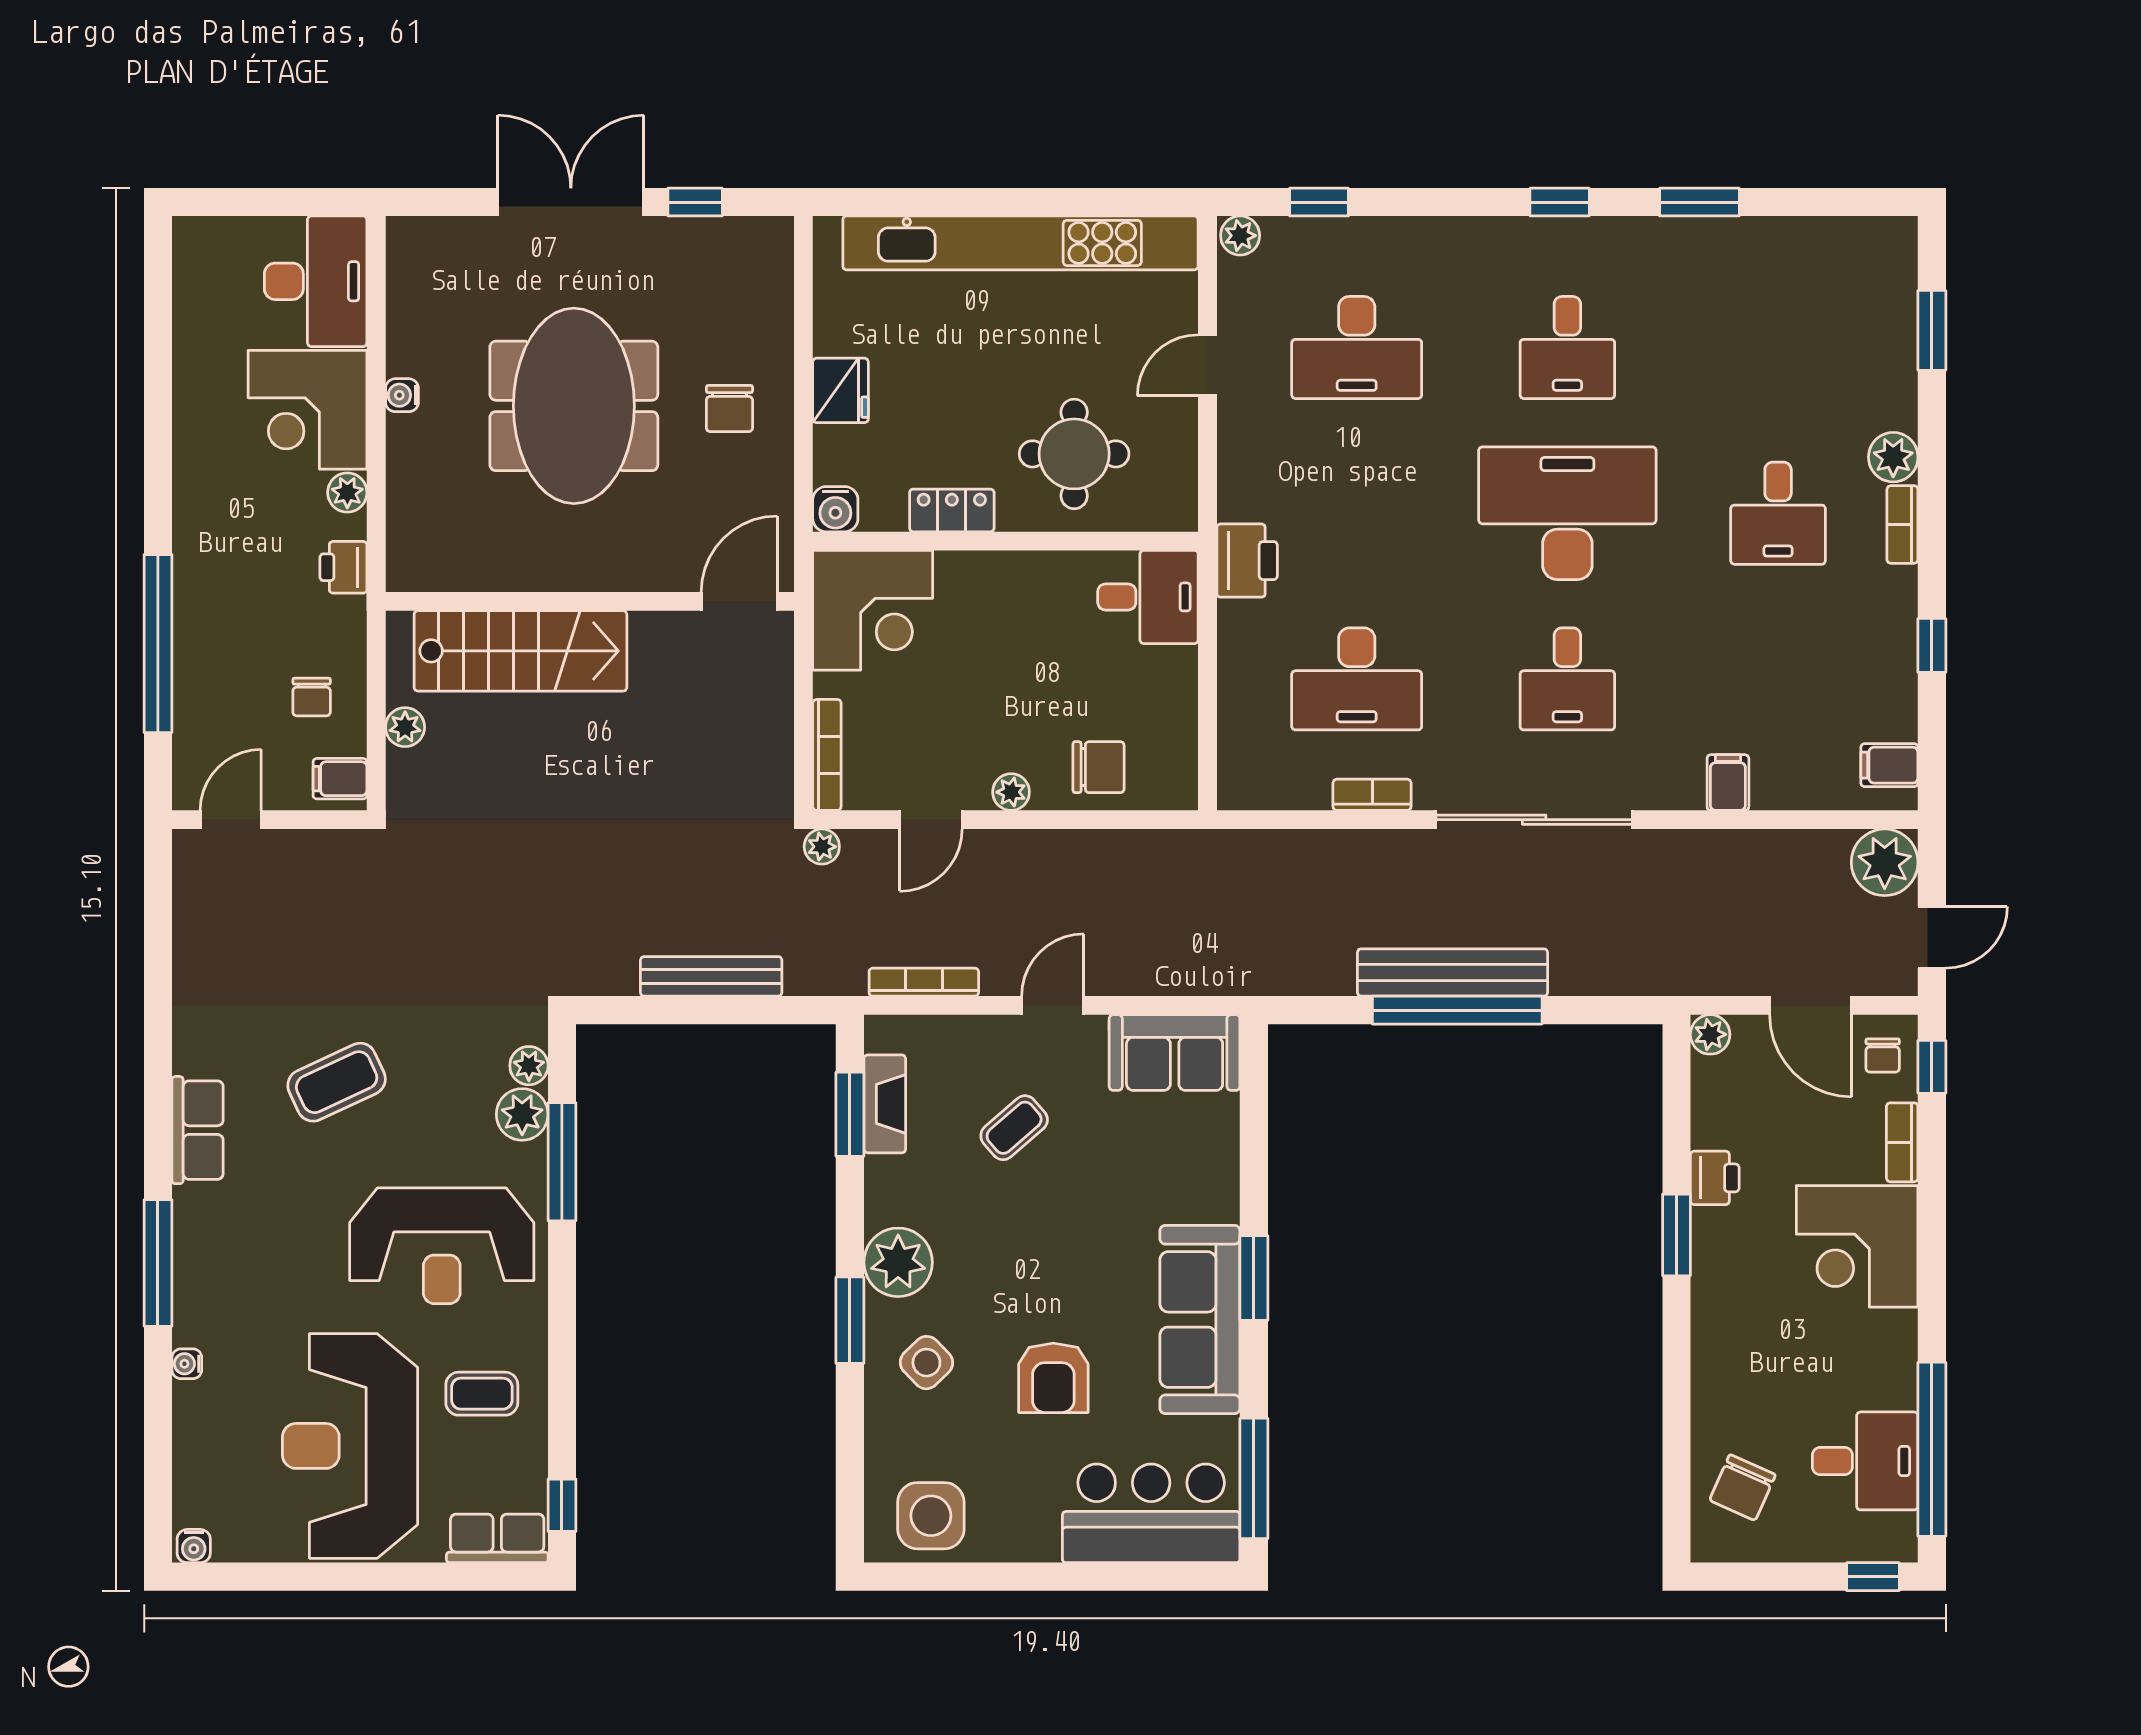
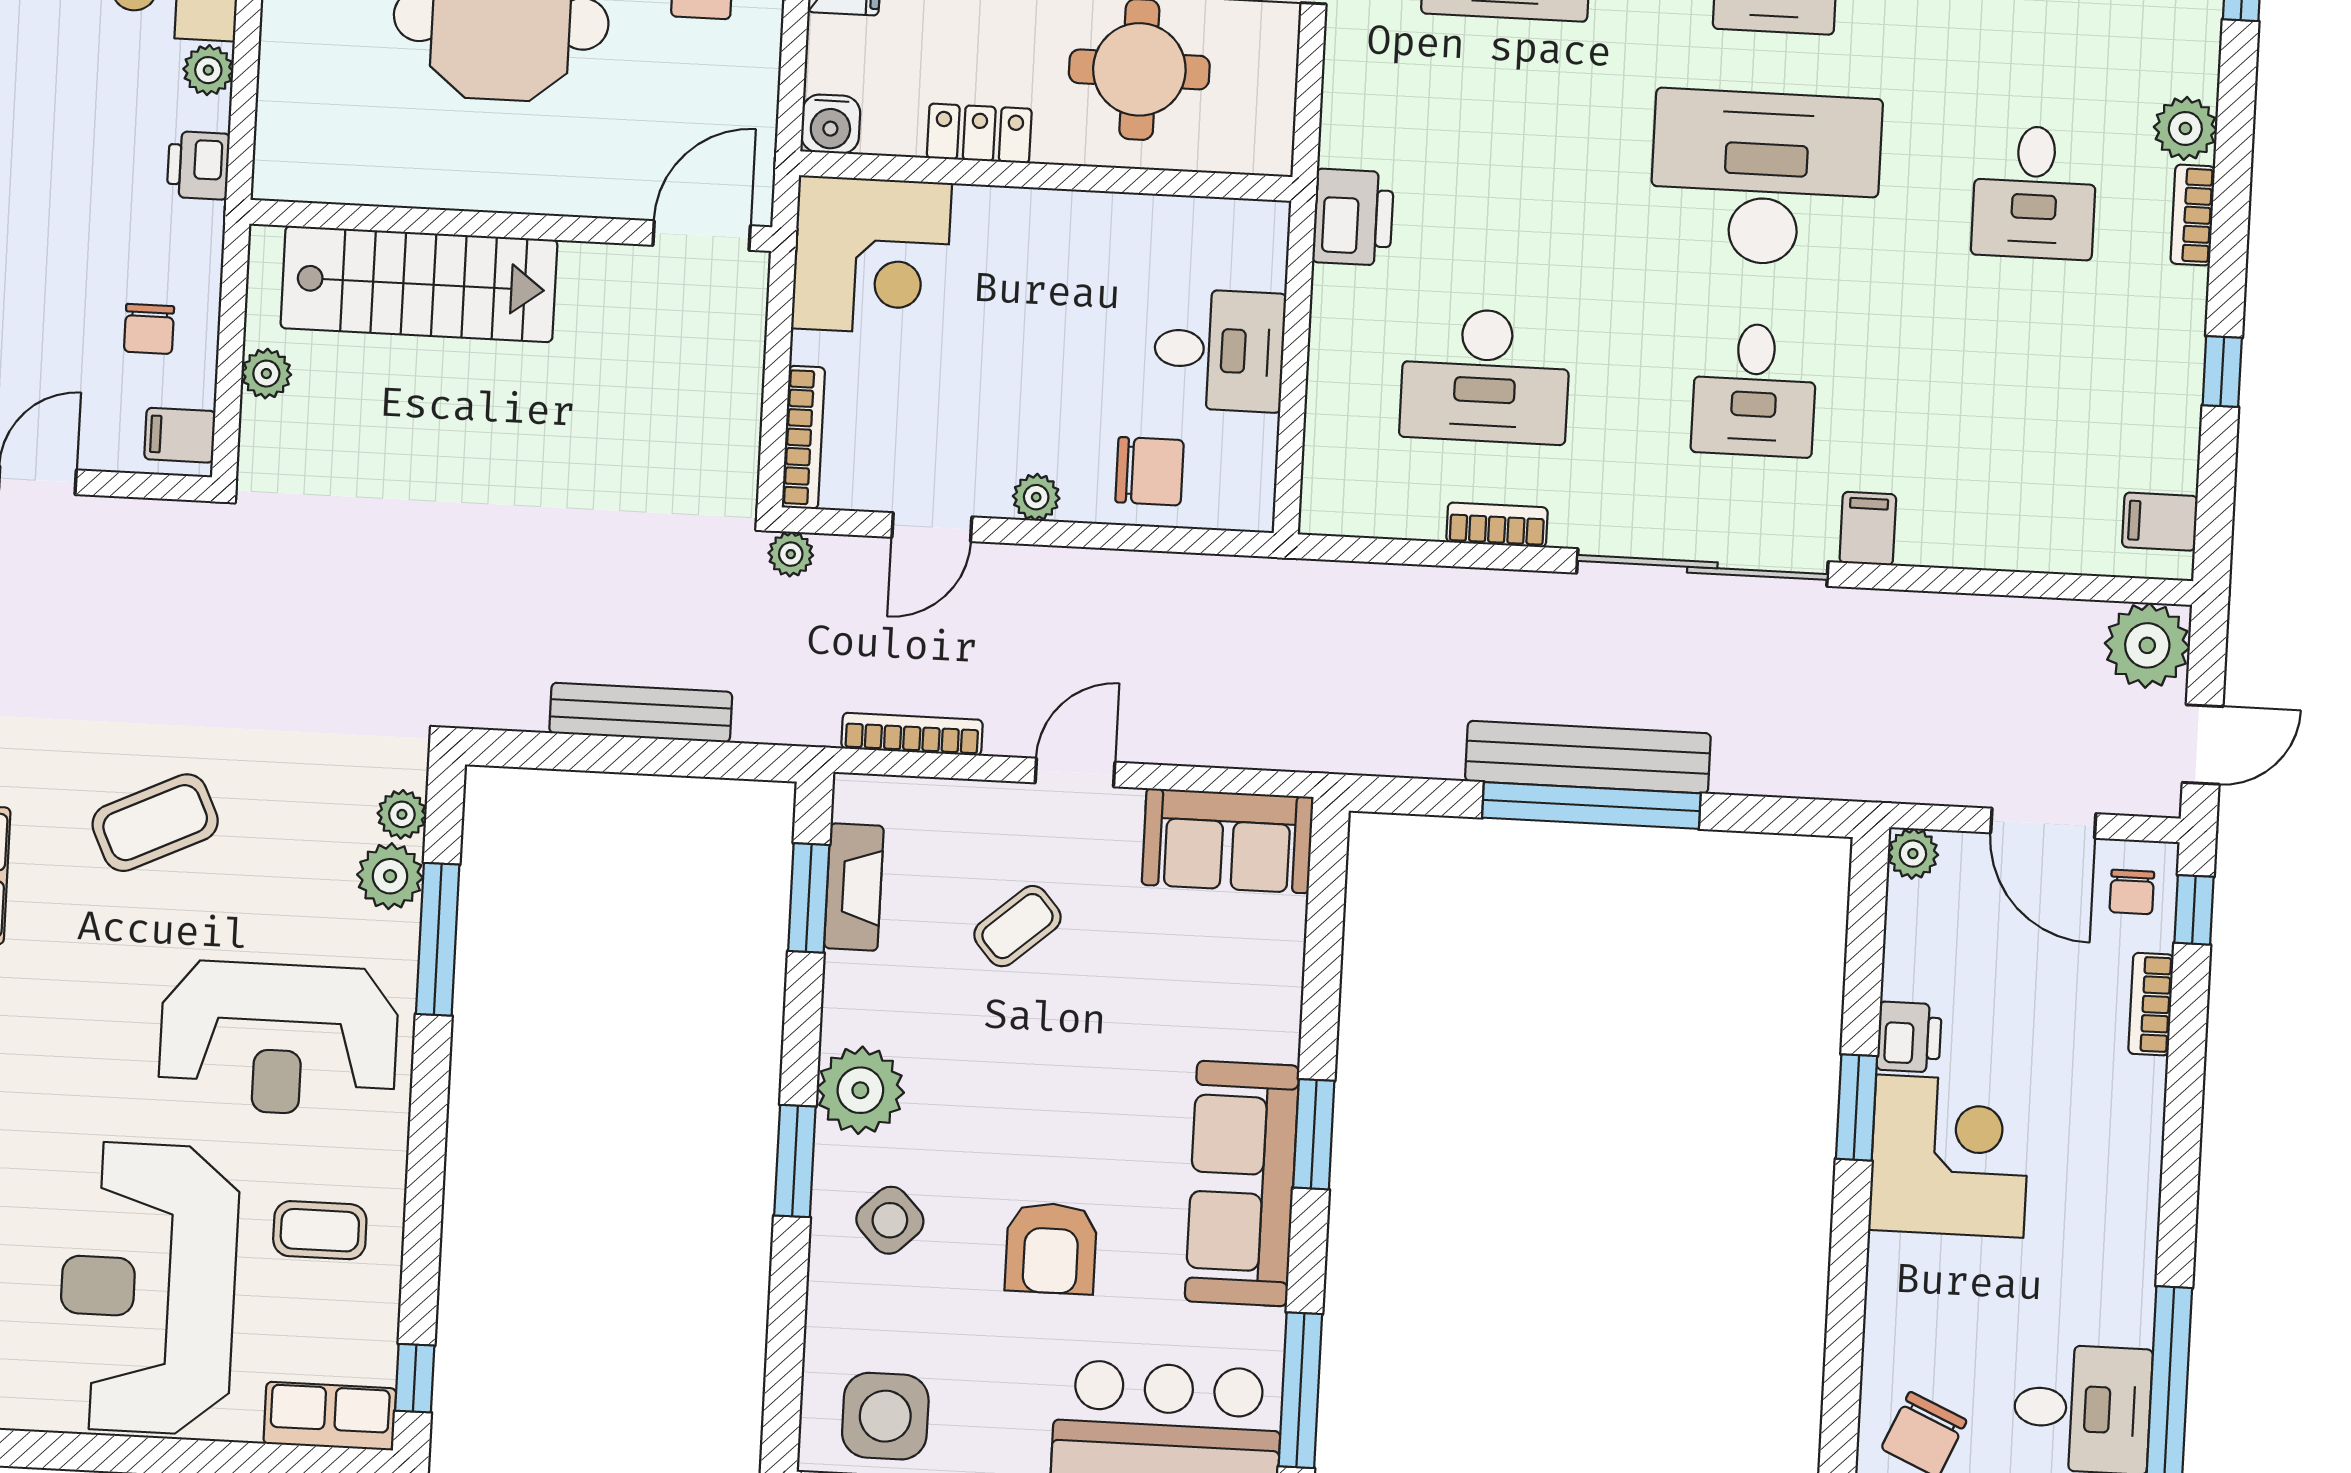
desk: (1148, 597) -> (1219, 350), moved
filing cabinet: (1728, 783) -> (1868, 529), moved
corner desk: (1857, 1246) -> (1950, 1156), moved, turned 180

